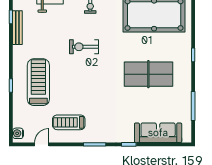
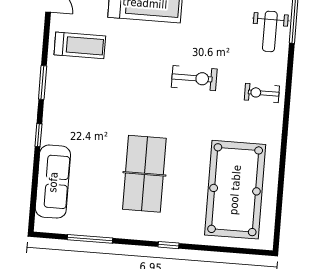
exercise bike: (84, 47) -> (194, 78), turned 90
treadmill: (69, 122) -> (80, 45), turned 90

